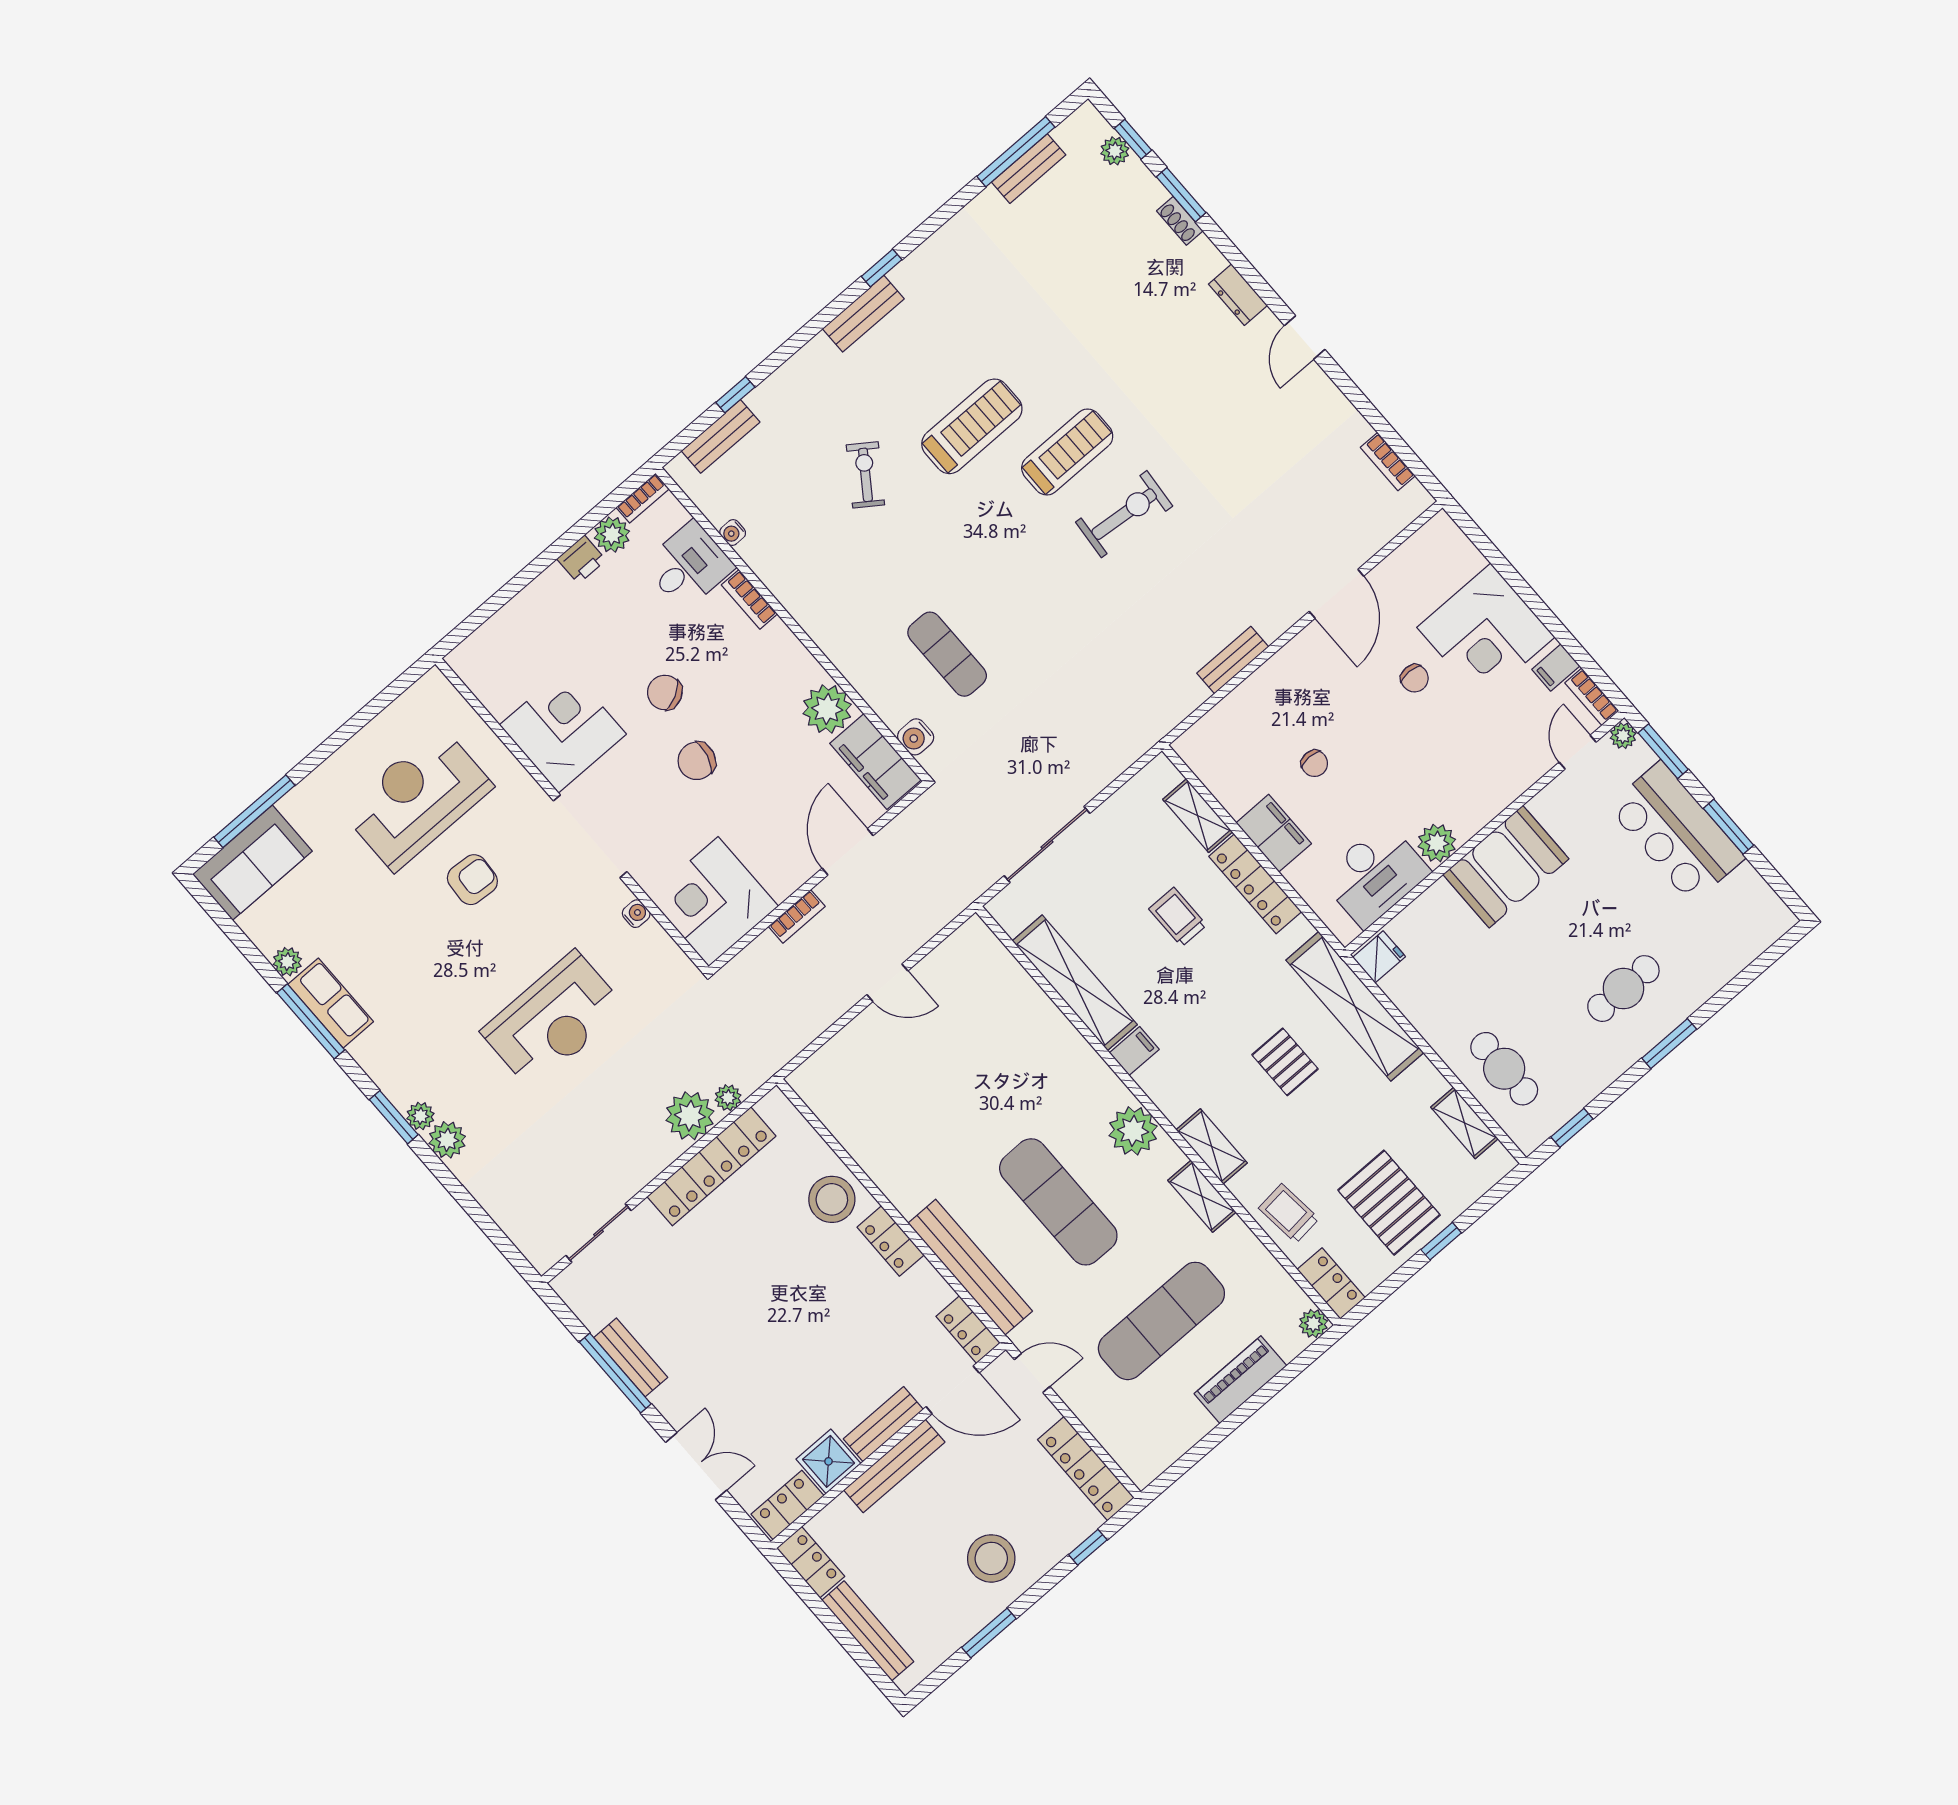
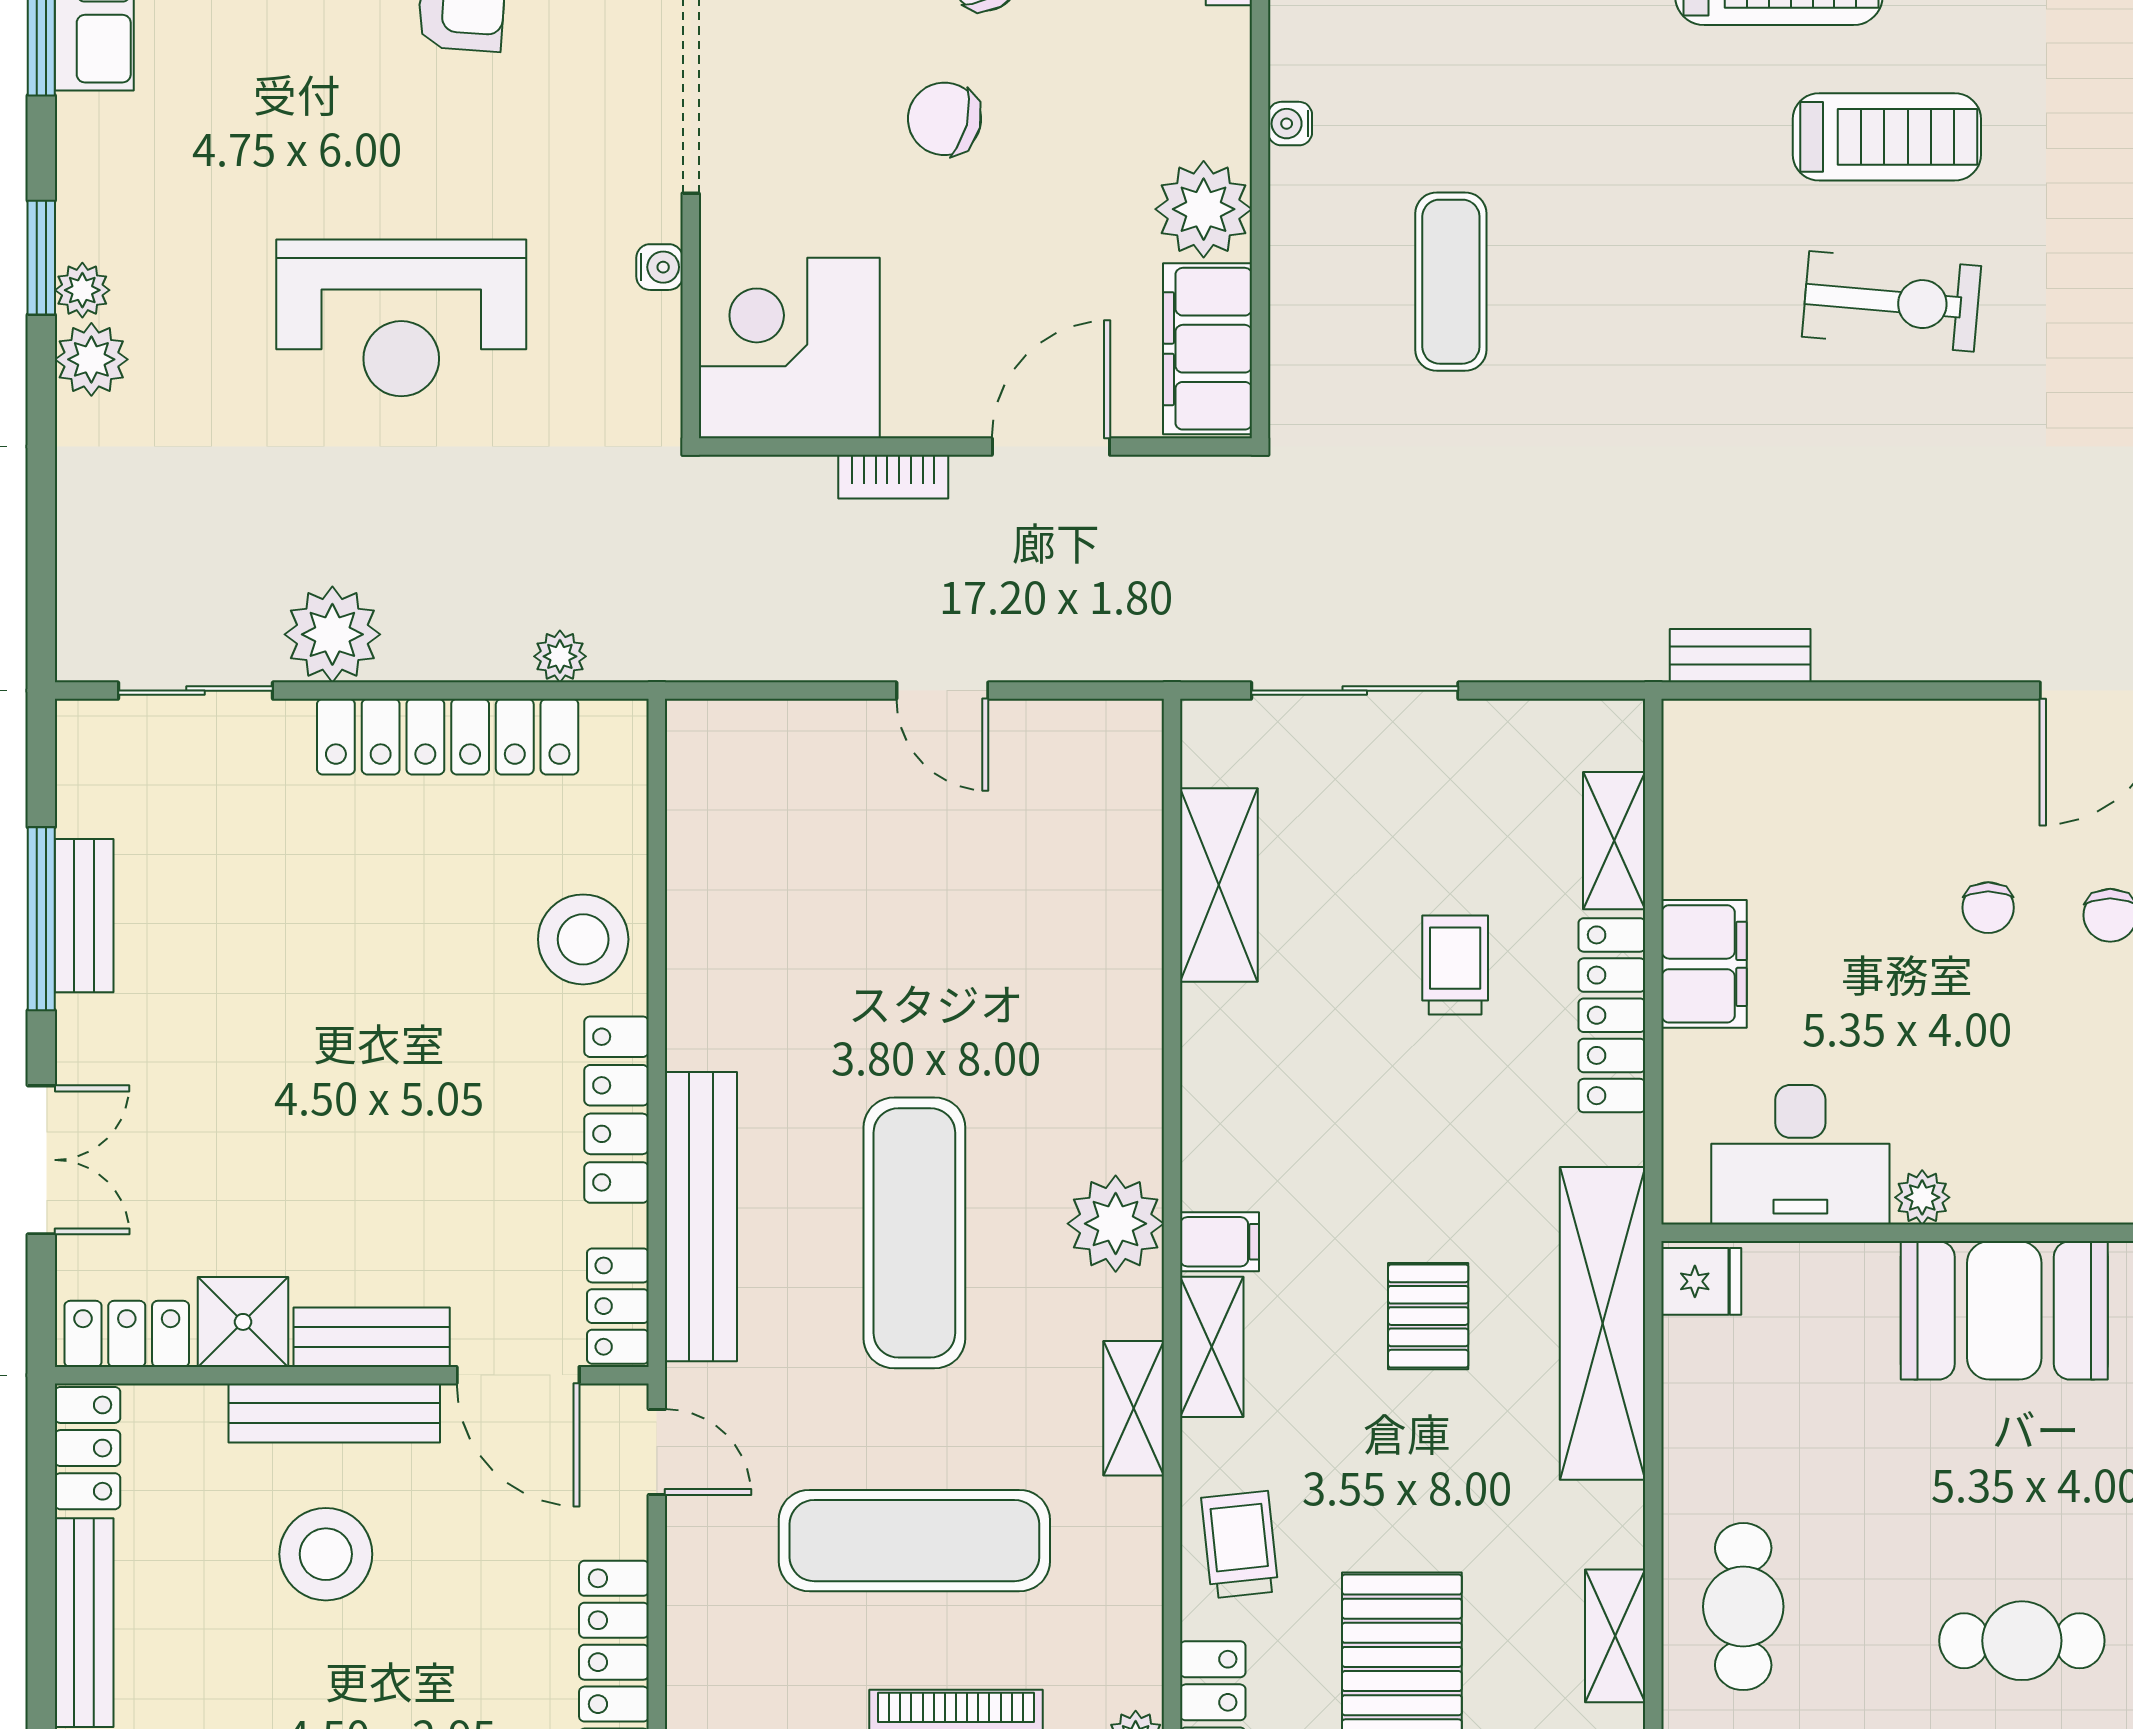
bench: (1233, 660) -> (1740, 656), moved
water cooler: (916, 737) -> (1290, 124), moved, width x0.72, depth x0.72
chair: (1314, 763) -> (1988, 908), moved
plant: (1437, 843) -> (1922, 1197), width x0.73, depth x0.73
shelving: (1075, 983) -> (1219, 885), width x0.68
filing cabinet: (1134, 1051) -> (1220, 1242), moved
plant: (690, 1116) -> (332, 634), moved
locker: (891, 1241) -> (616, 1110), width x1.53
stool: (991, 1558) -> (326, 1554), moved

